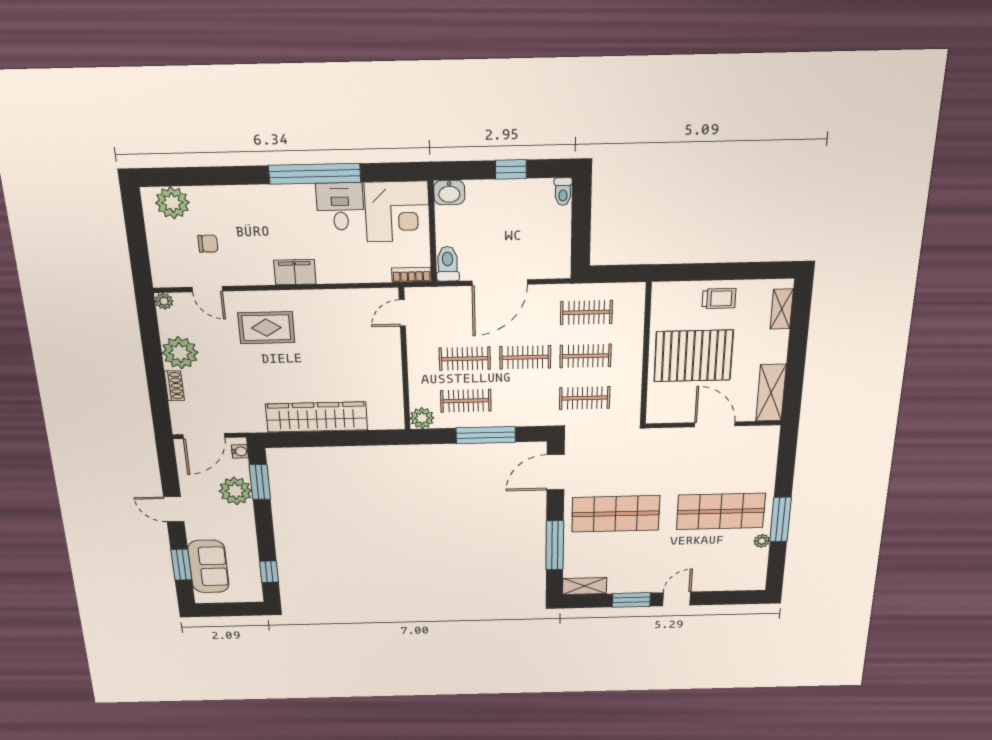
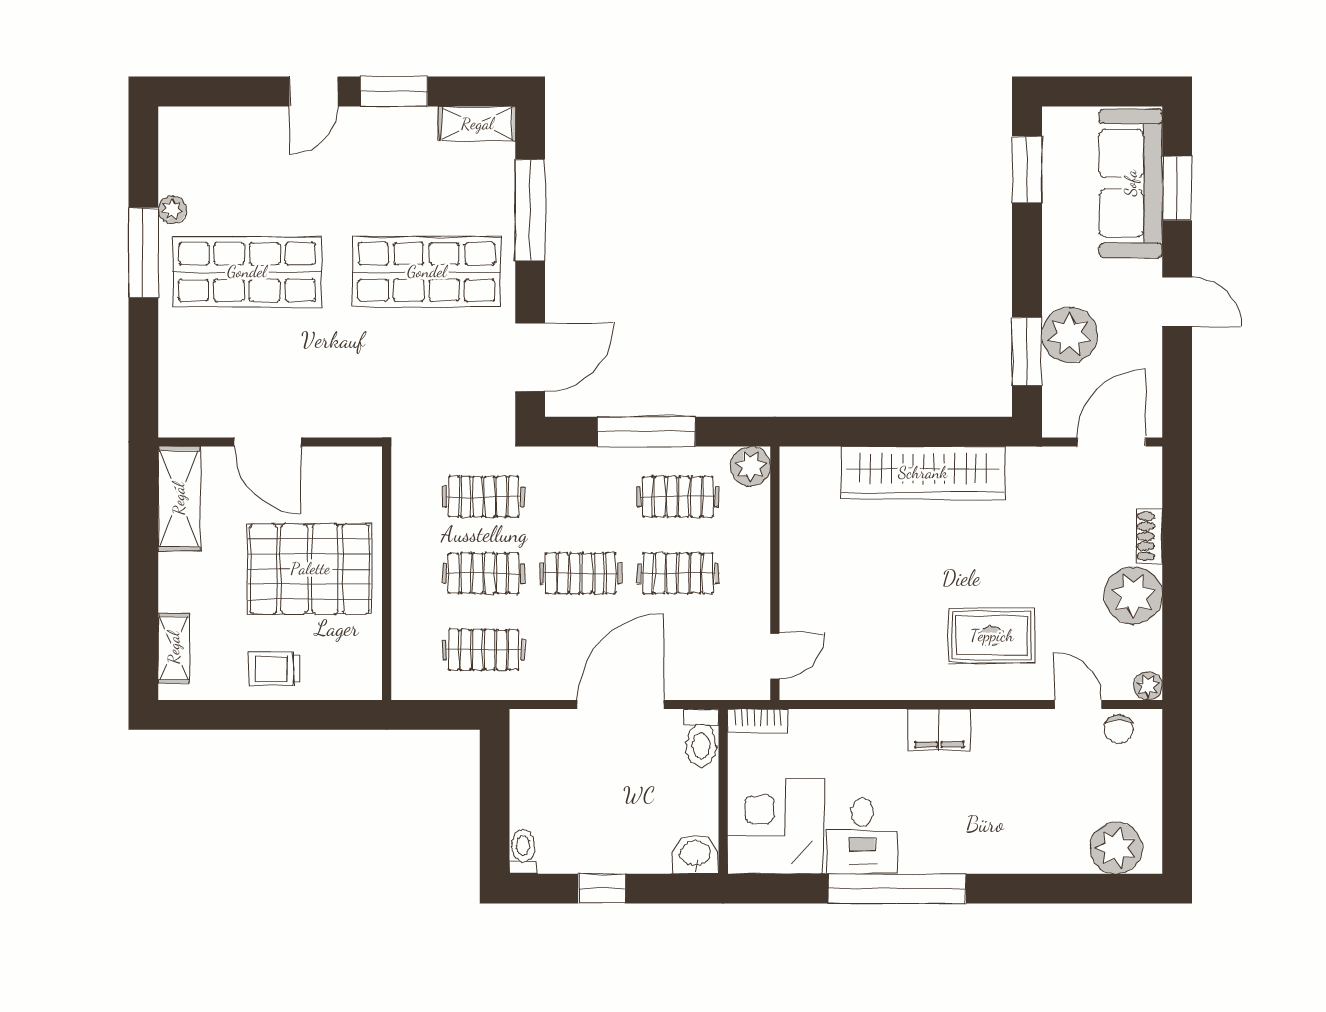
chair: (208, 244) -> (1119, 729), moved, turned -90
water cooler: (240, 451) -> (1055, 411), removed
sofa: (208, 566) -> (1131, 183), width x1.36
window: (269, 572) -> (1027, 170), width x1.50

